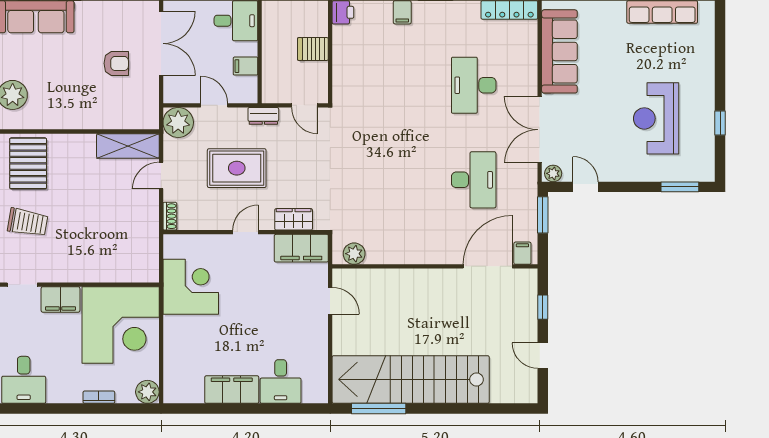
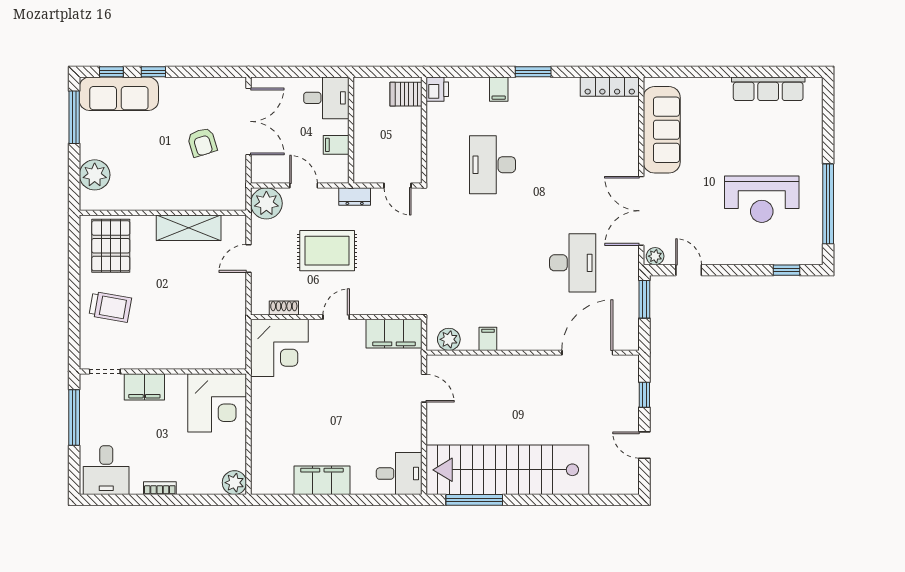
server rack: (313, 49) -> (406, 94), moved
armchair: (116, 63) -> (202, 142), turned 73
desk: (474, 85) -> (493, 165), moved
reception desk: (656, 118) -> (762, 199), turned -90
window: (720, 123) -> (828, 204), width x3.17
shelving: (128, 146) -> (189, 228), moved
window: (680, 187) -> (786, 270), width x0.67
shoe rack: (170, 216) -> (284, 308), moved, turned -90
wardrobe: (294, 219) -> (386, 304), removed
filing cabinet: (522, 253) -> (488, 339), moved
corner desk: (191, 287) -> (279, 348), moved, turned 90
corner desk: (121, 325) -> (217, 403), width x0.74, depth x0.74
desk: (281, 381) -> (399, 474), moved, turned -90
bookcase: (99, 397) -> (160, 488), moved

